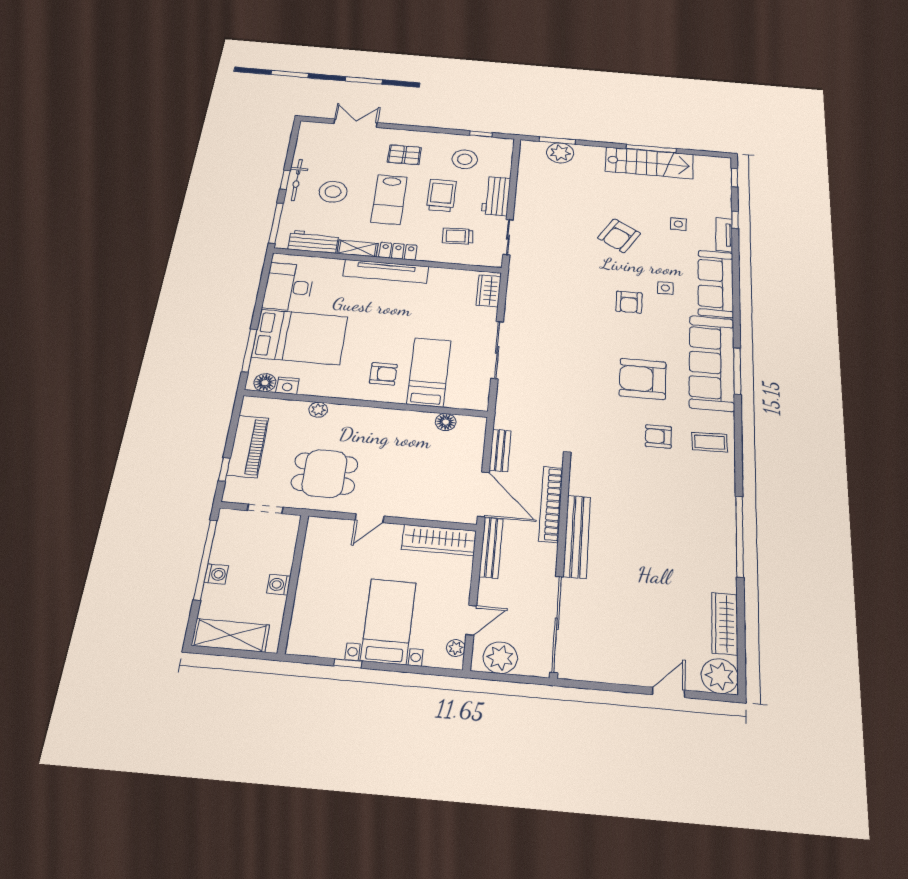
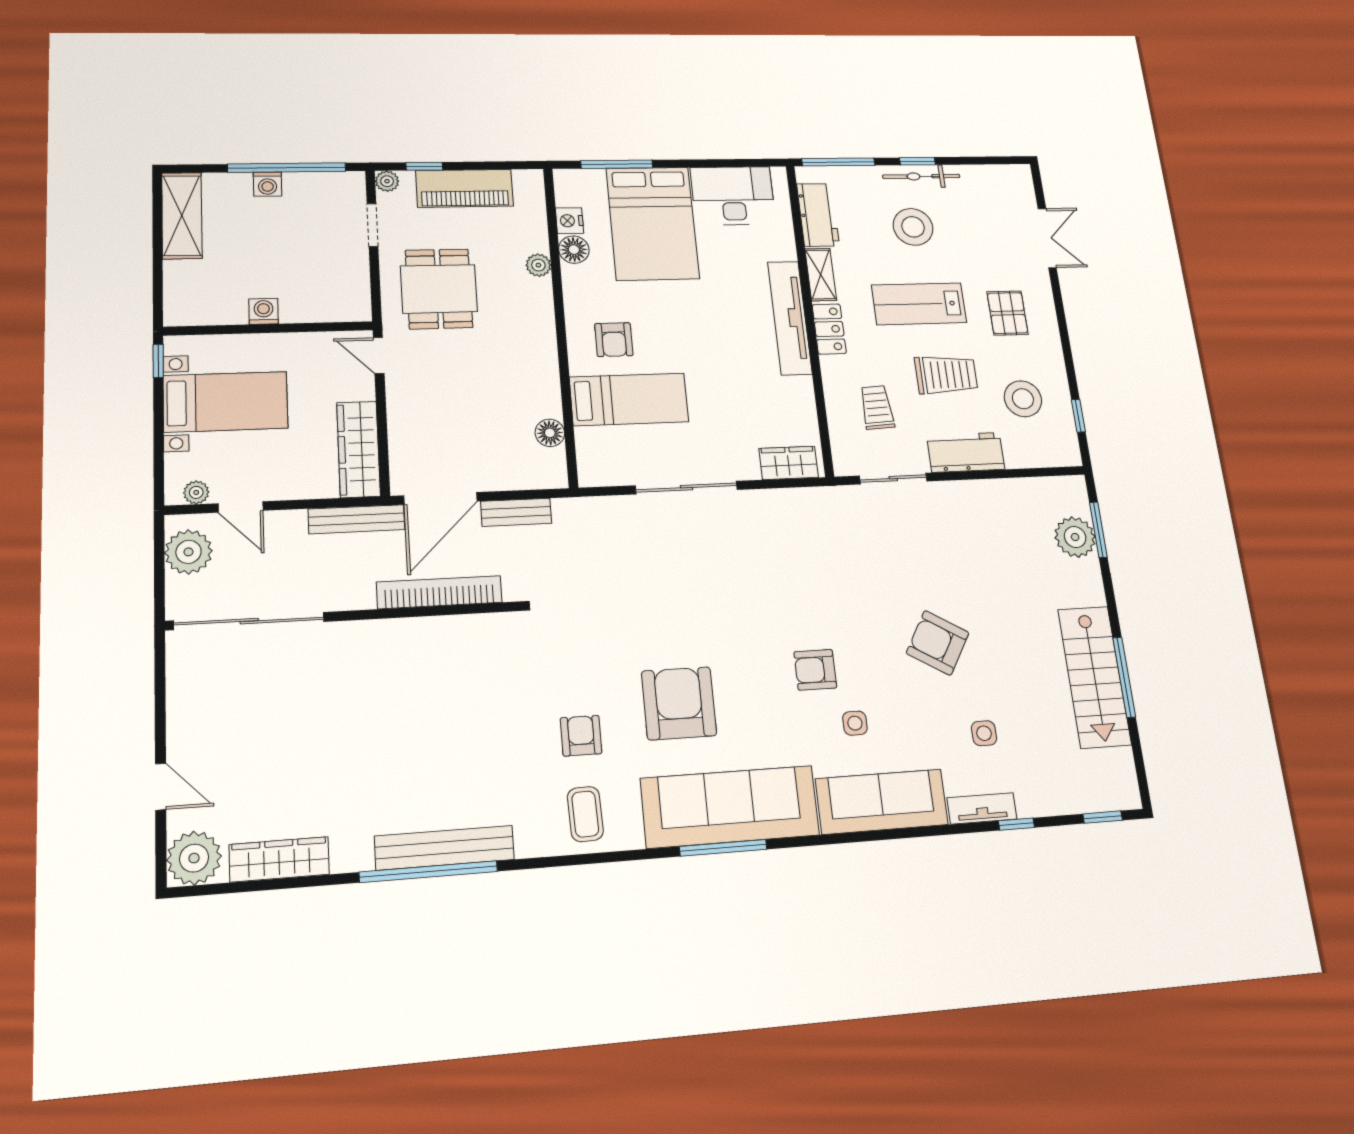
floor lamp: (265, 383) -> (574, 250), moved
plant: (231, 495) -> (387, 181), added
bench: (577, 536) -> (445, 848), moved
wall: (293, 583) -> (269, 328), moved
washing machine: (279, 585) -> (264, 311), moved

